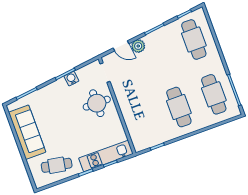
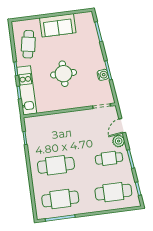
cafe table: (159, 52) -> (109, 158), added
round table: (97, 103) -> (64, 74), moved
sofa: (27, 132) -> (58, 25), width x0.73

